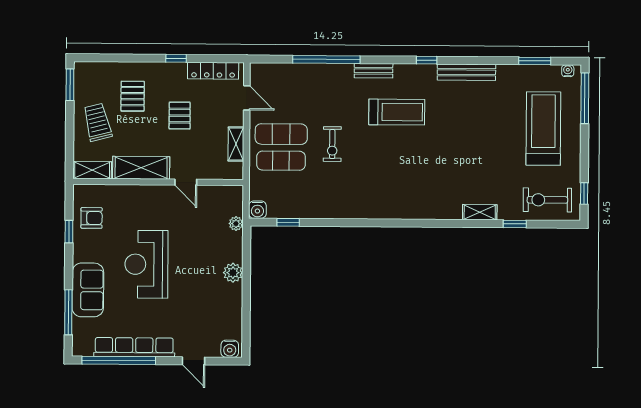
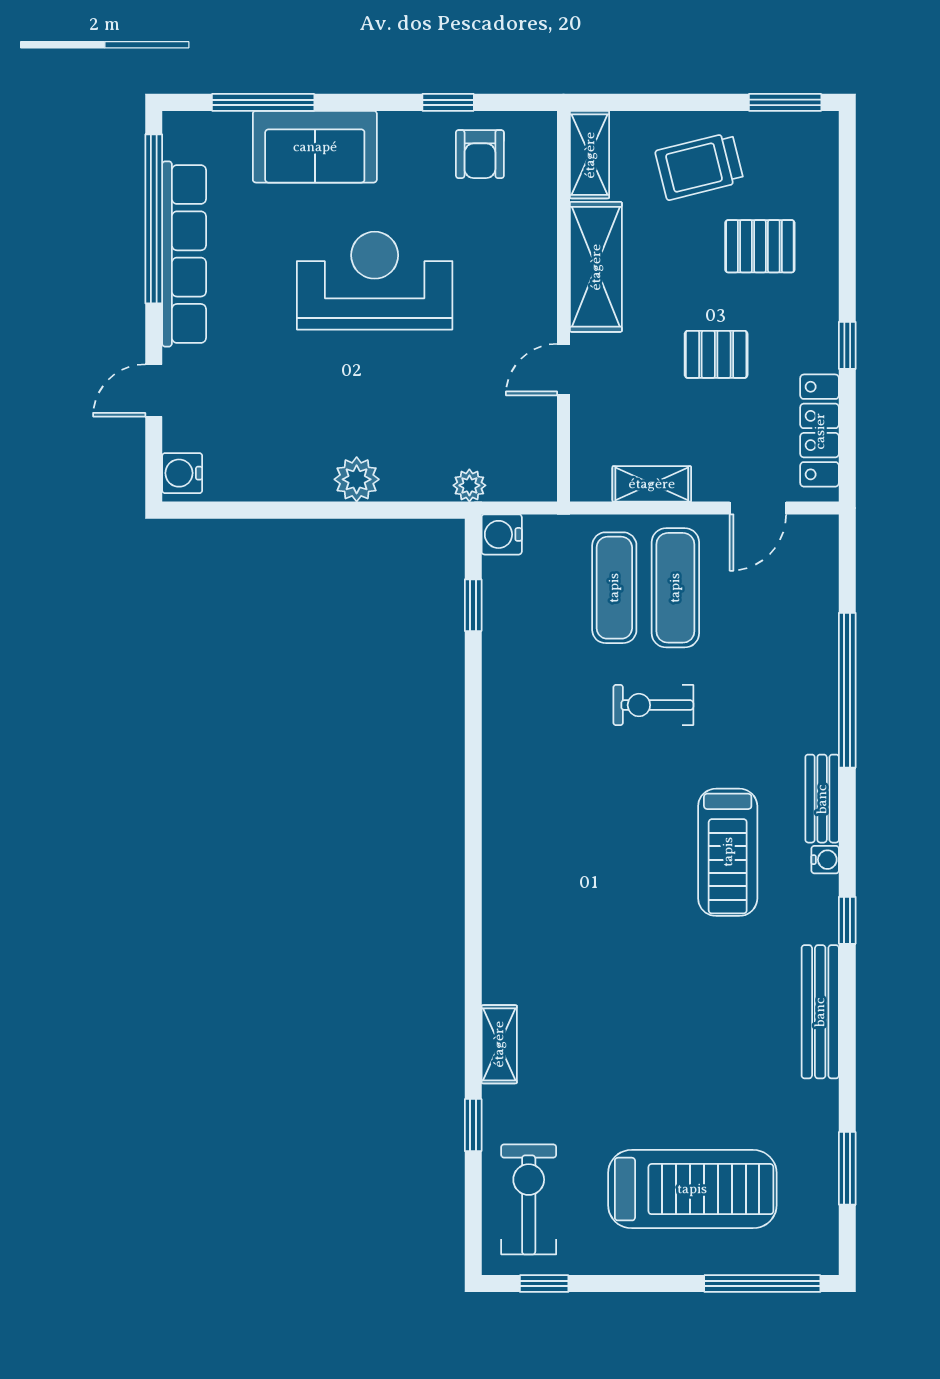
water cooler: (568, 71) -> (825, 860), moved
trolley: (98, 122) -> (699, 166), turned 180

